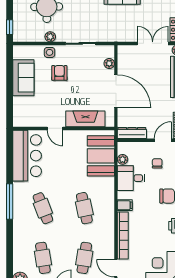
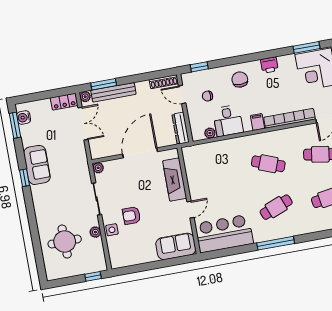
double door: (153, 43) -> (83, 124), swing flipped
plant: (109, 63) -> (98, 168), moved
sofa: (23, 78) -> (176, 246), moved
booth: (101, 156) -> (210, 156), removed
cafe table: (84, 208) -> (268, 164), turned 33

